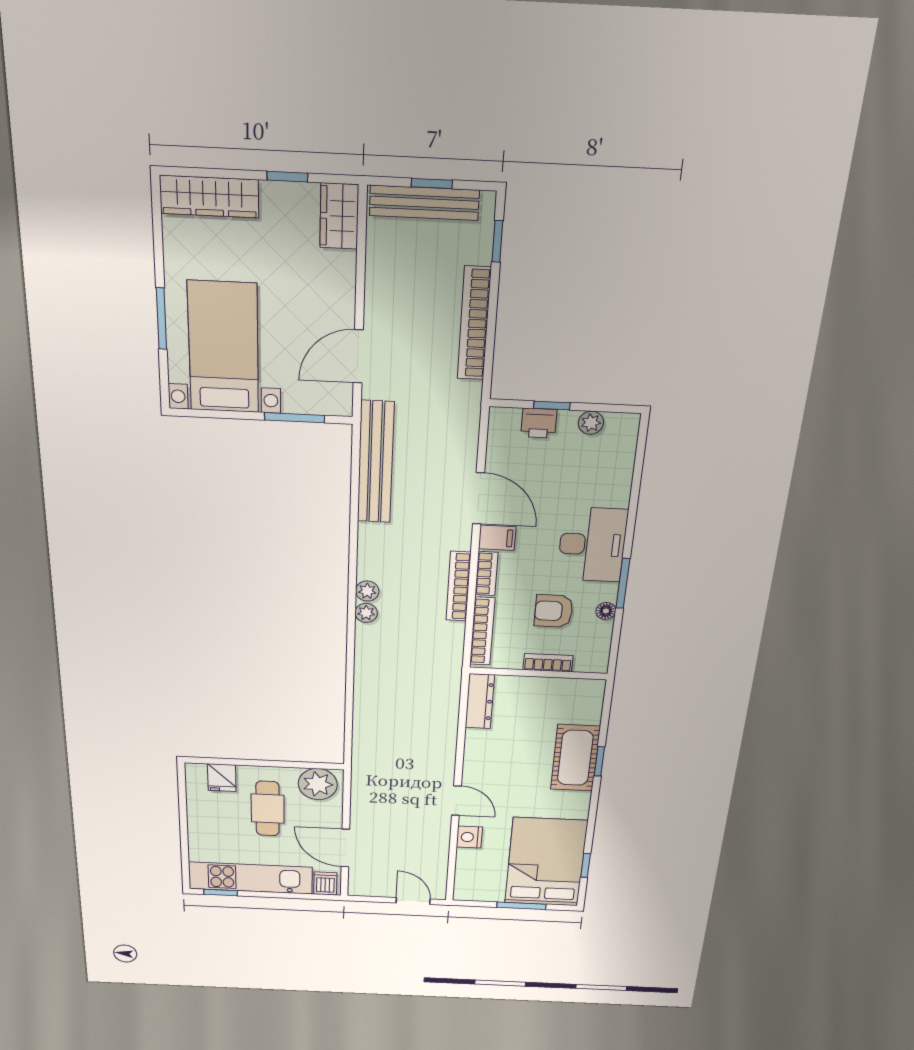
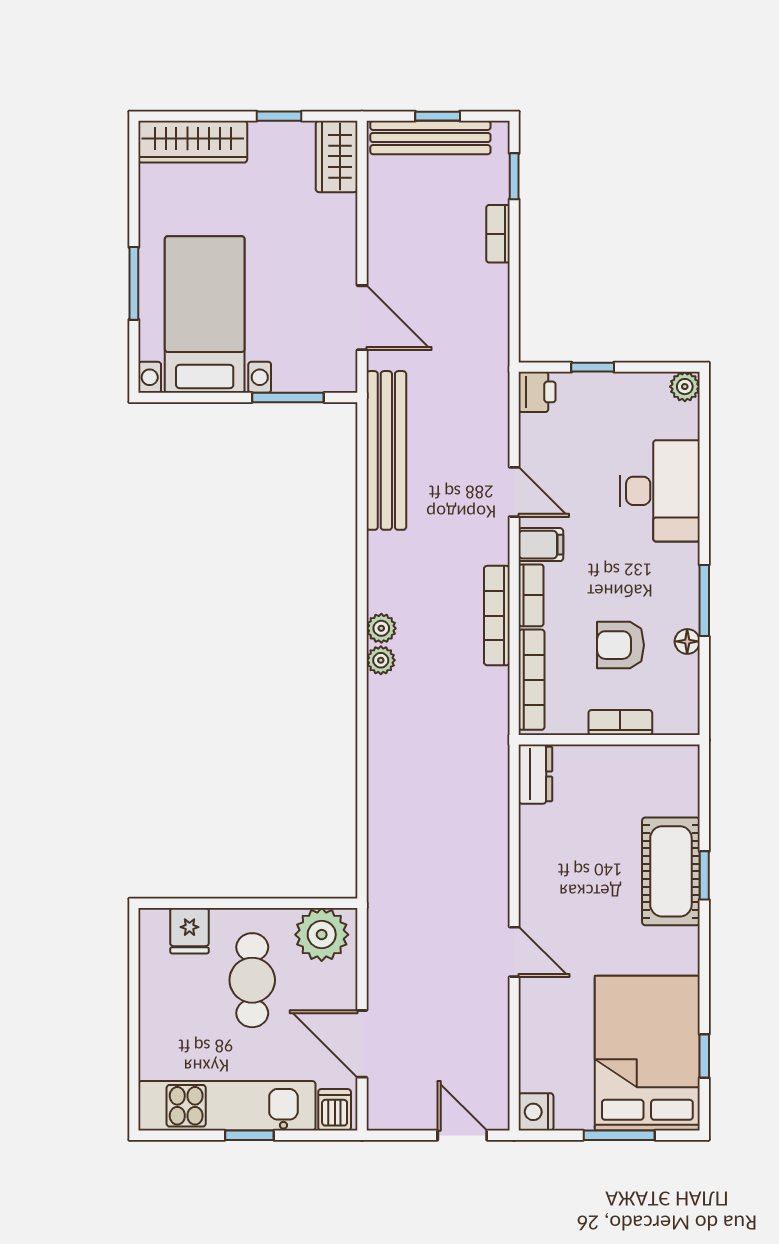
bookcase: (474, 324) -> (498, 234), width x0.43, depth x0.76
door: (358, 356) -> (362, 318), swing flipped
printer: (539, 423) -> (537, 392), moved, turned -90
plant: (591, 423) -> (685, 387), moved
door: (479, 498) -> (514, 492), width x0.73
desk: (592, 545) -> (660, 491), moved
dresser: (480, 701) -> (535, 774), width x0.70
nightstand: (469, 837) -> (536, 1112), moved
window: (220, 893) -> (249, 1135), moved

